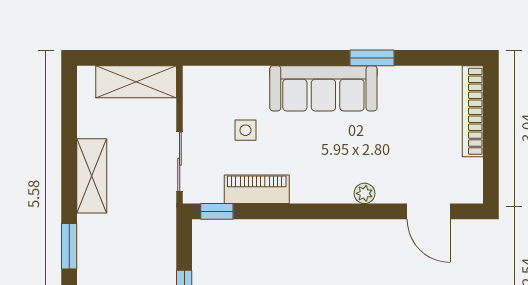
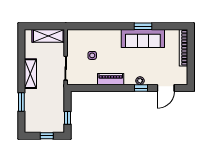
sofa: (323, 88) -> (143, 39), moved
piano: (257, 189) -> (111, 79), moved
window: (217, 211) -> (141, 88), moved
door: (429, 211) -> (166, 88), hinge flipped

